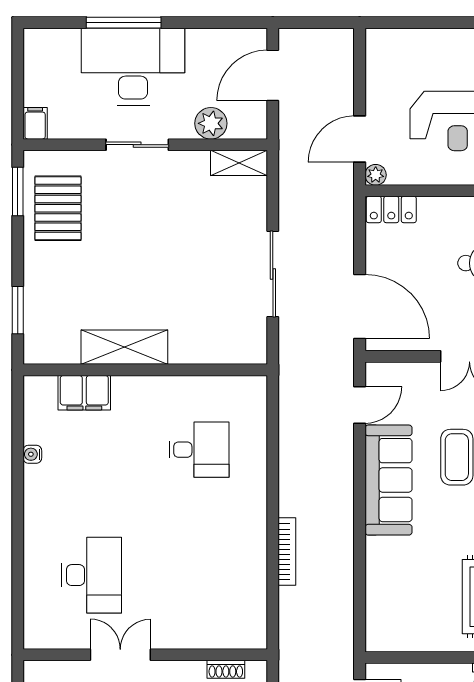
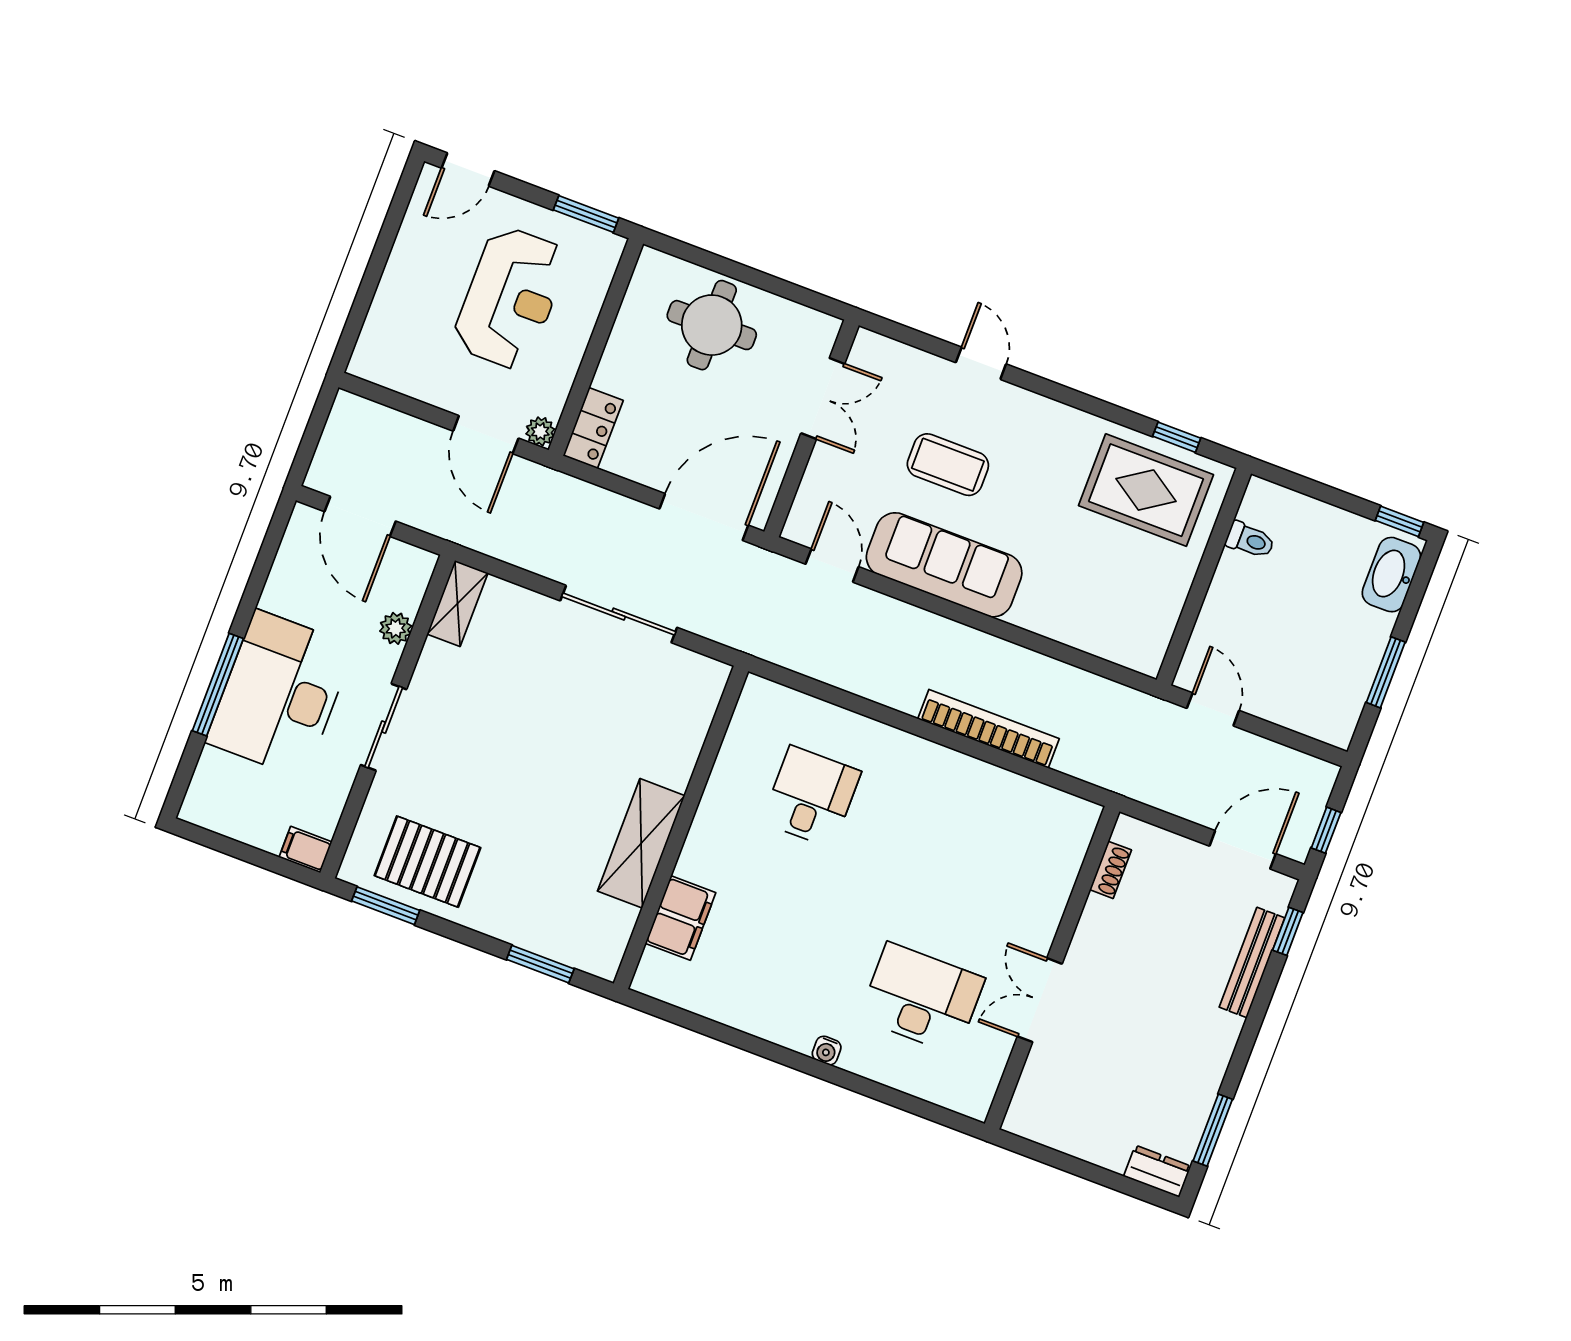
plant: (211, 123) -> (396, 628), width x0.73, depth x0.73
water cooler: (32, 454) -> (827, 1051), moved
bookcase: (287, 552) -> (989, 729), width x1.48, depth x1.31

